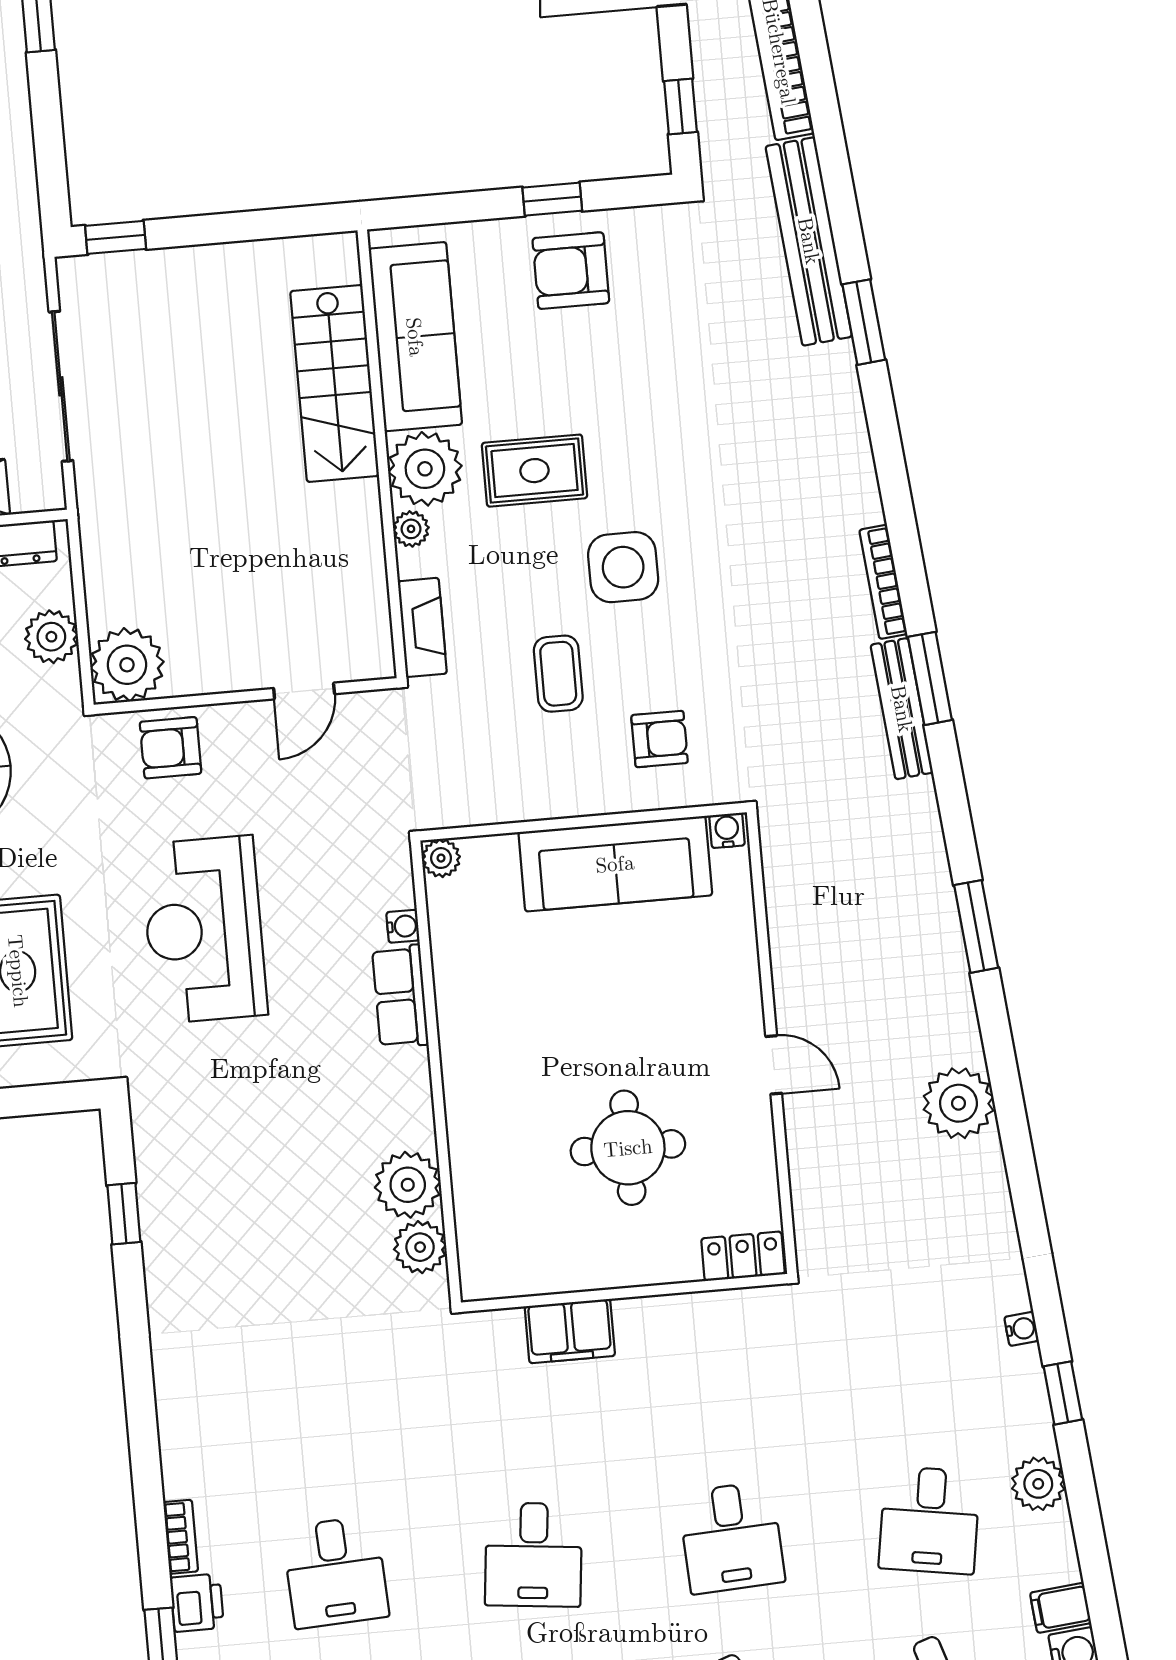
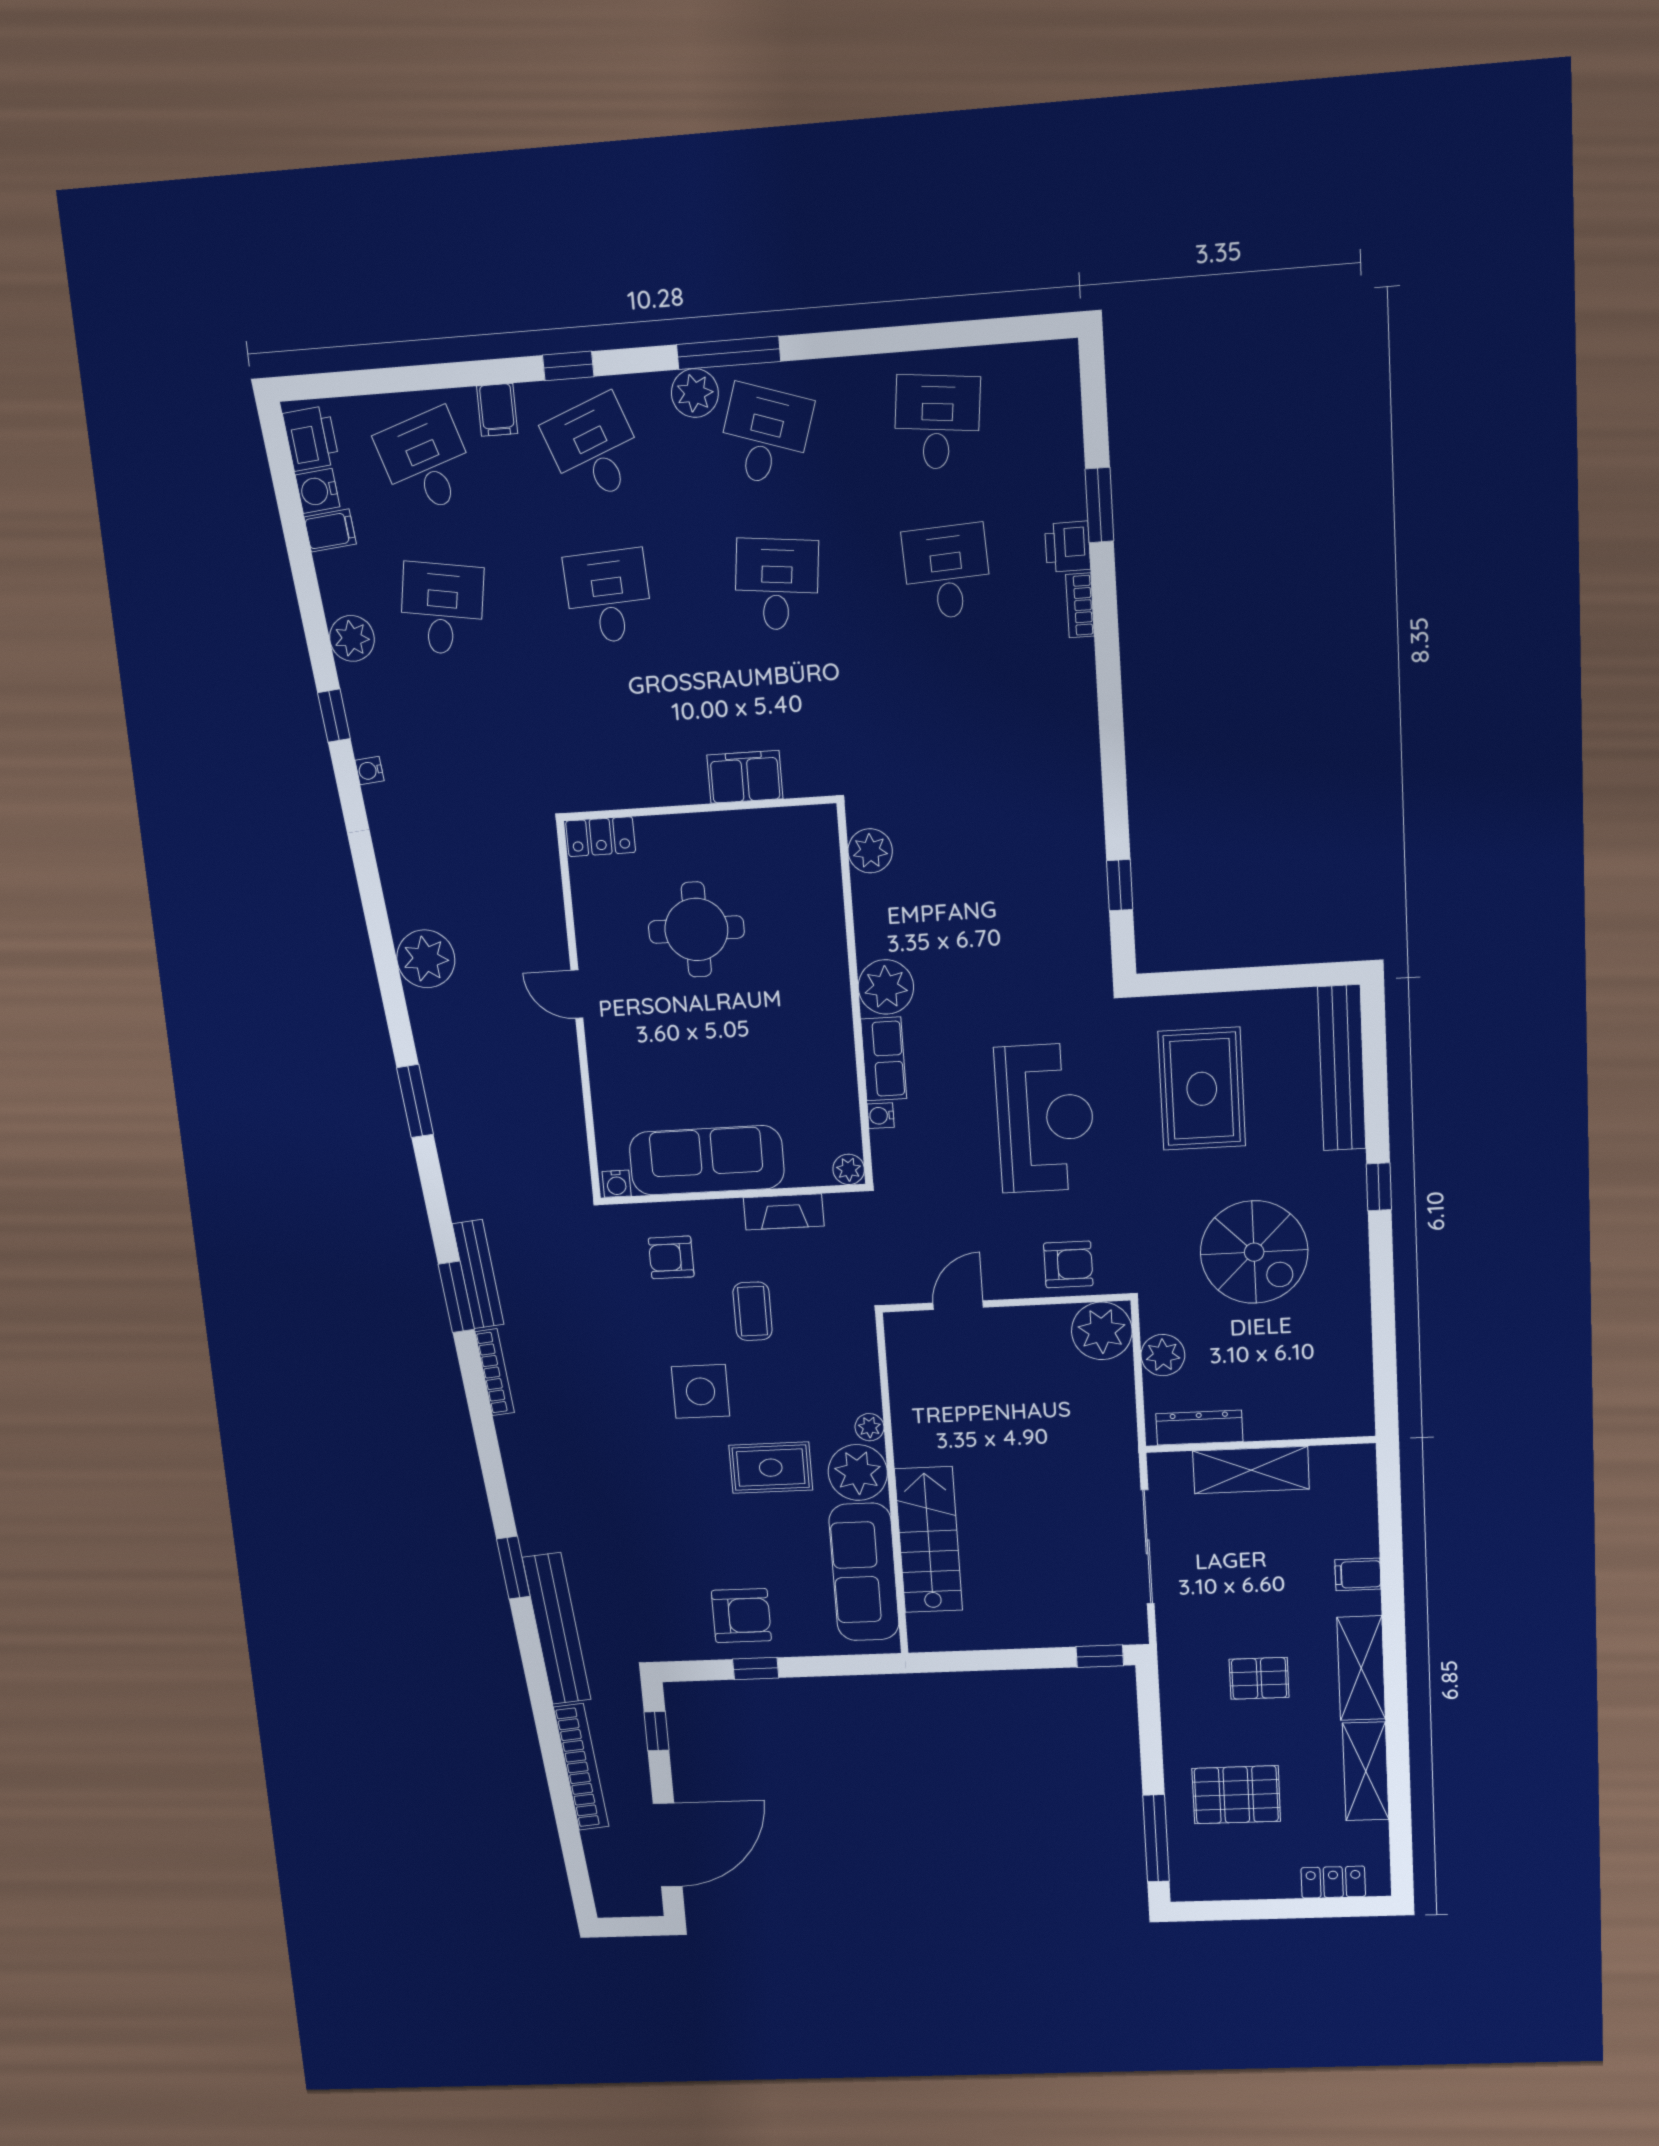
fireplace: (422, 627) -> (784, 1212), moved, turned -90
plant: (408, 1185) -> (886, 987), moved

